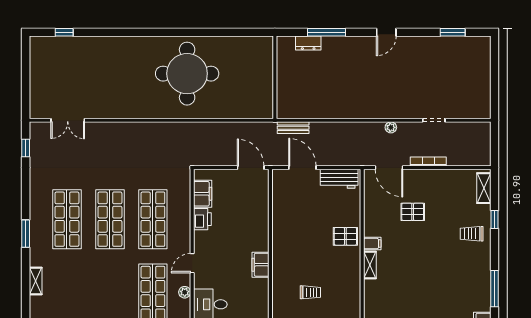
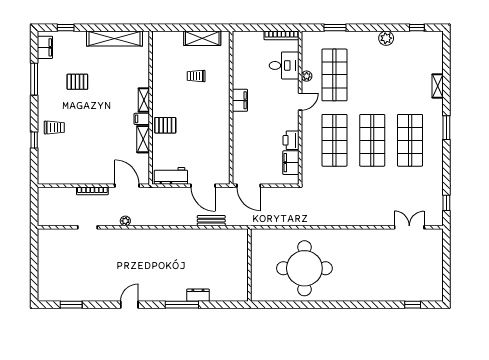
wall: (275, 77) -> (249, 265), moved
shelving: (484, 188) -> (143, 139), moved
pallet: (413, 212) -> (77, 82), moved

